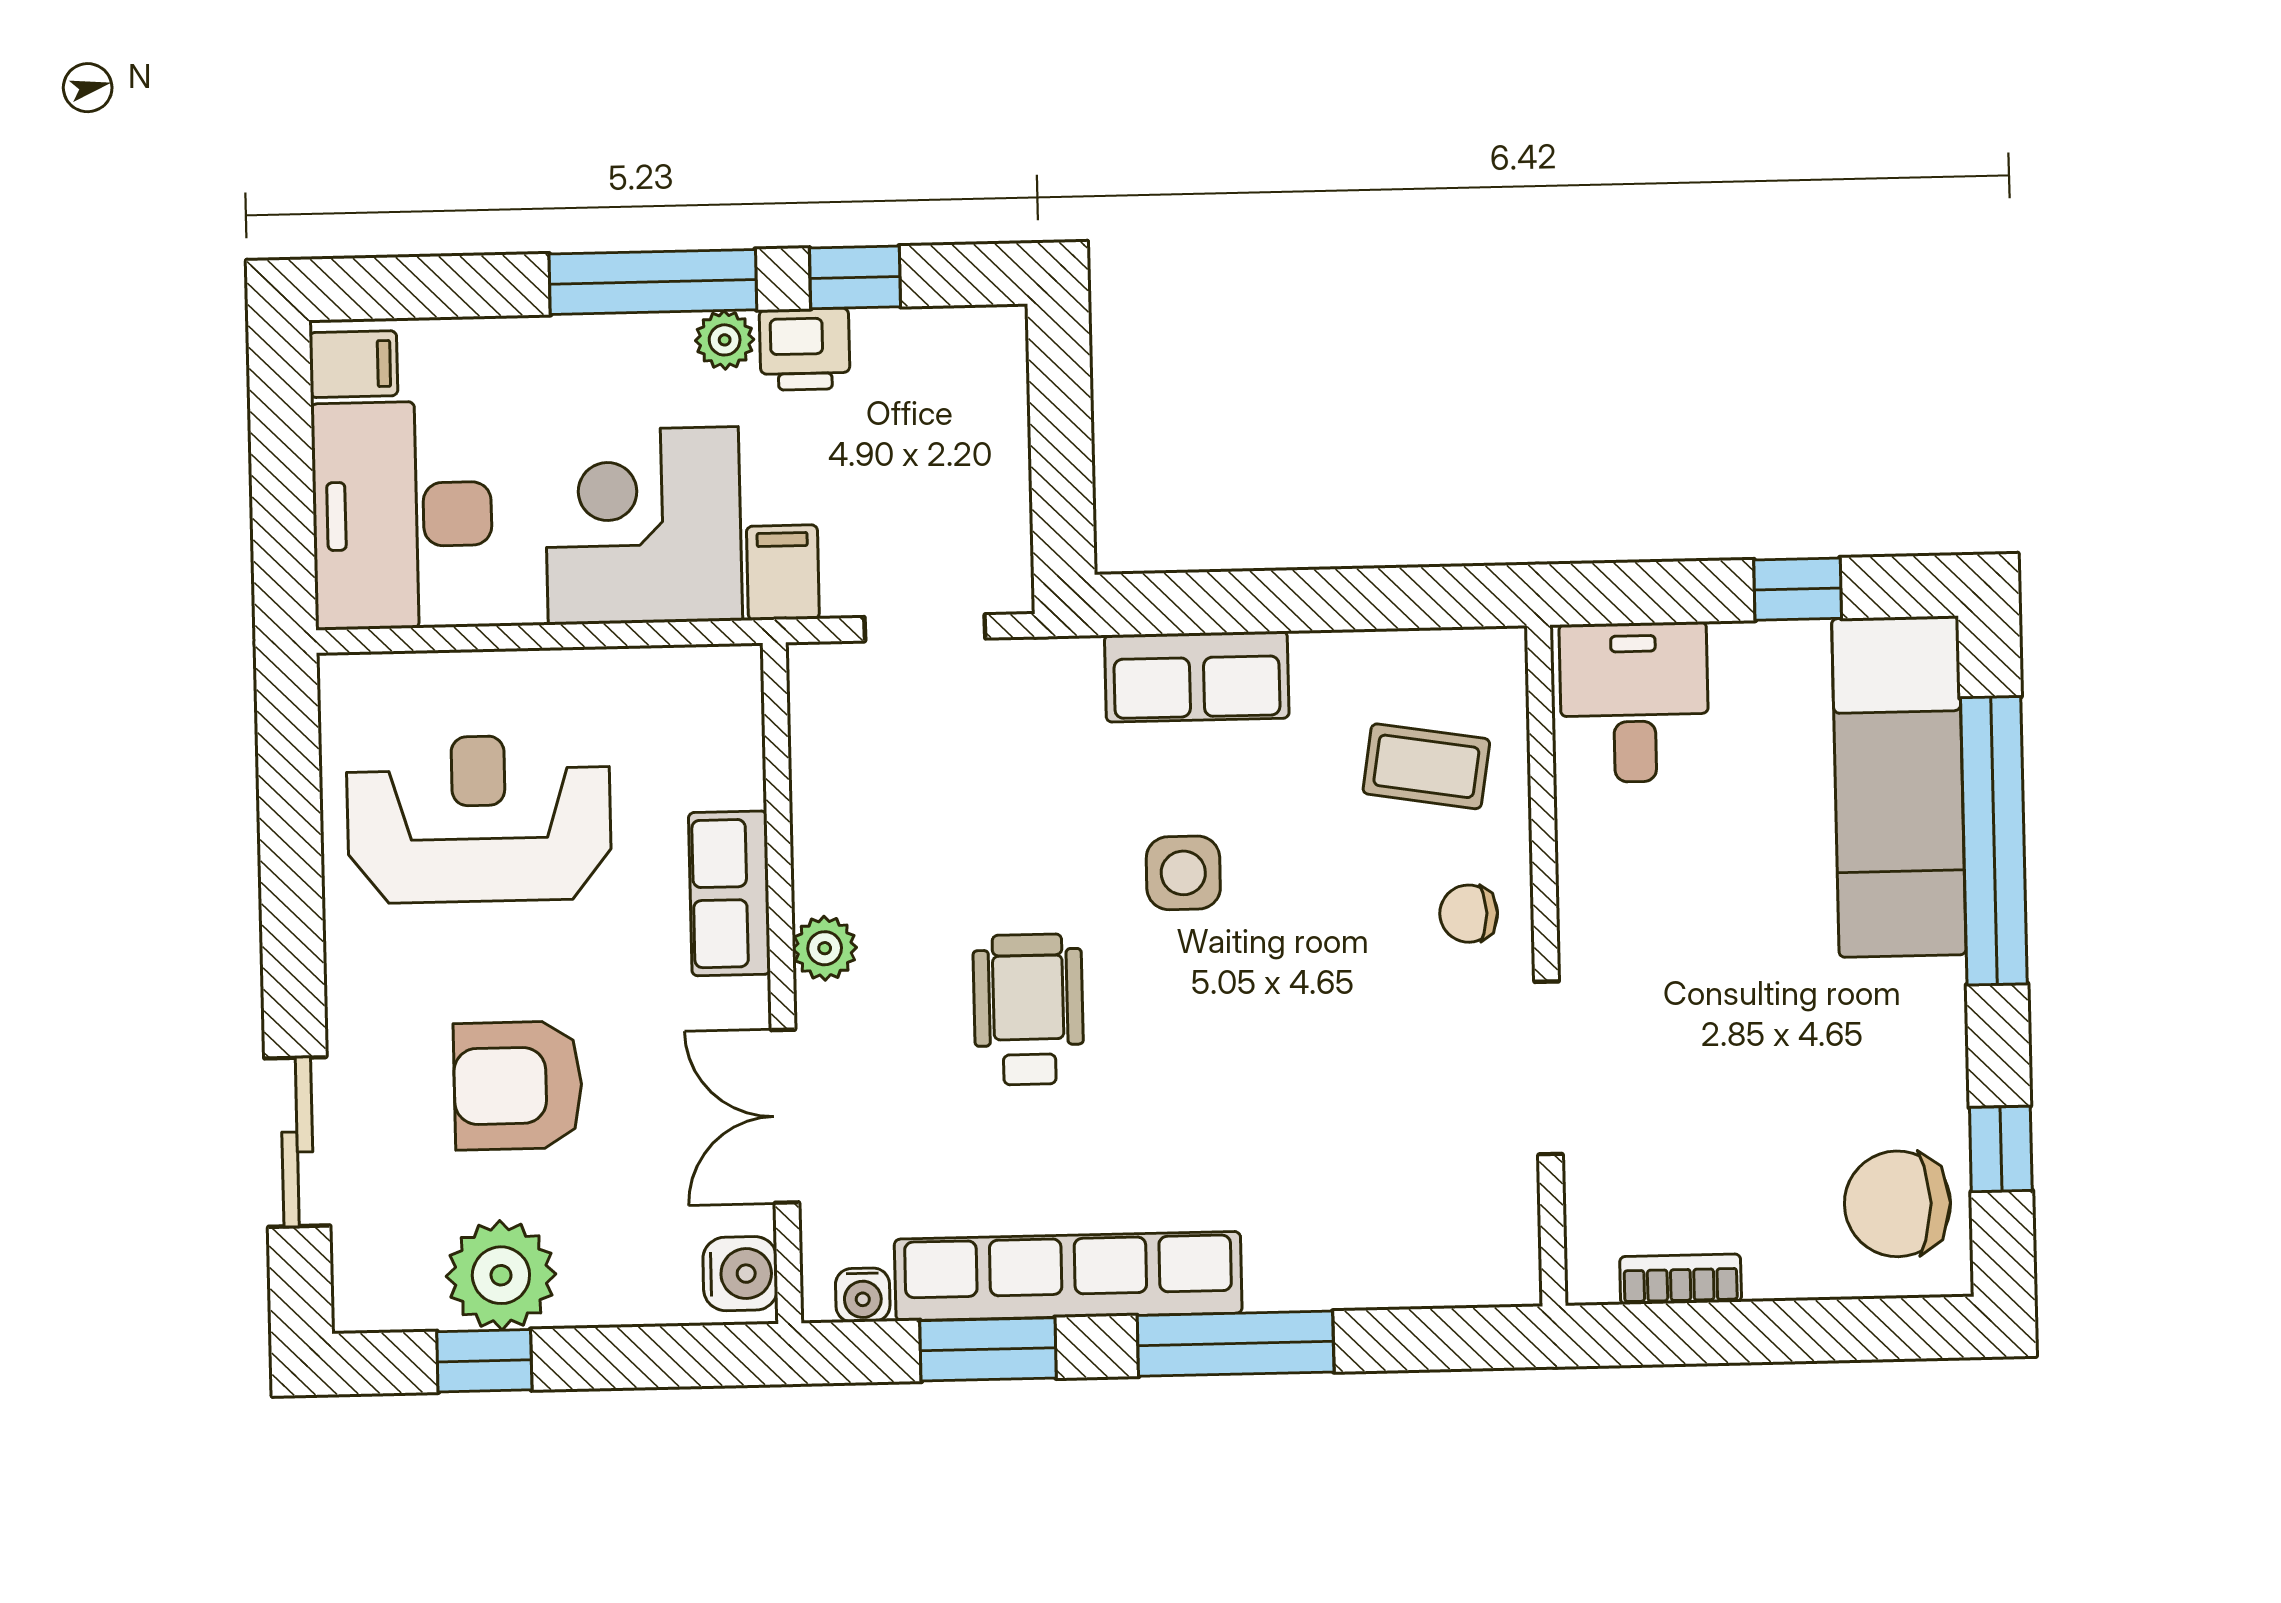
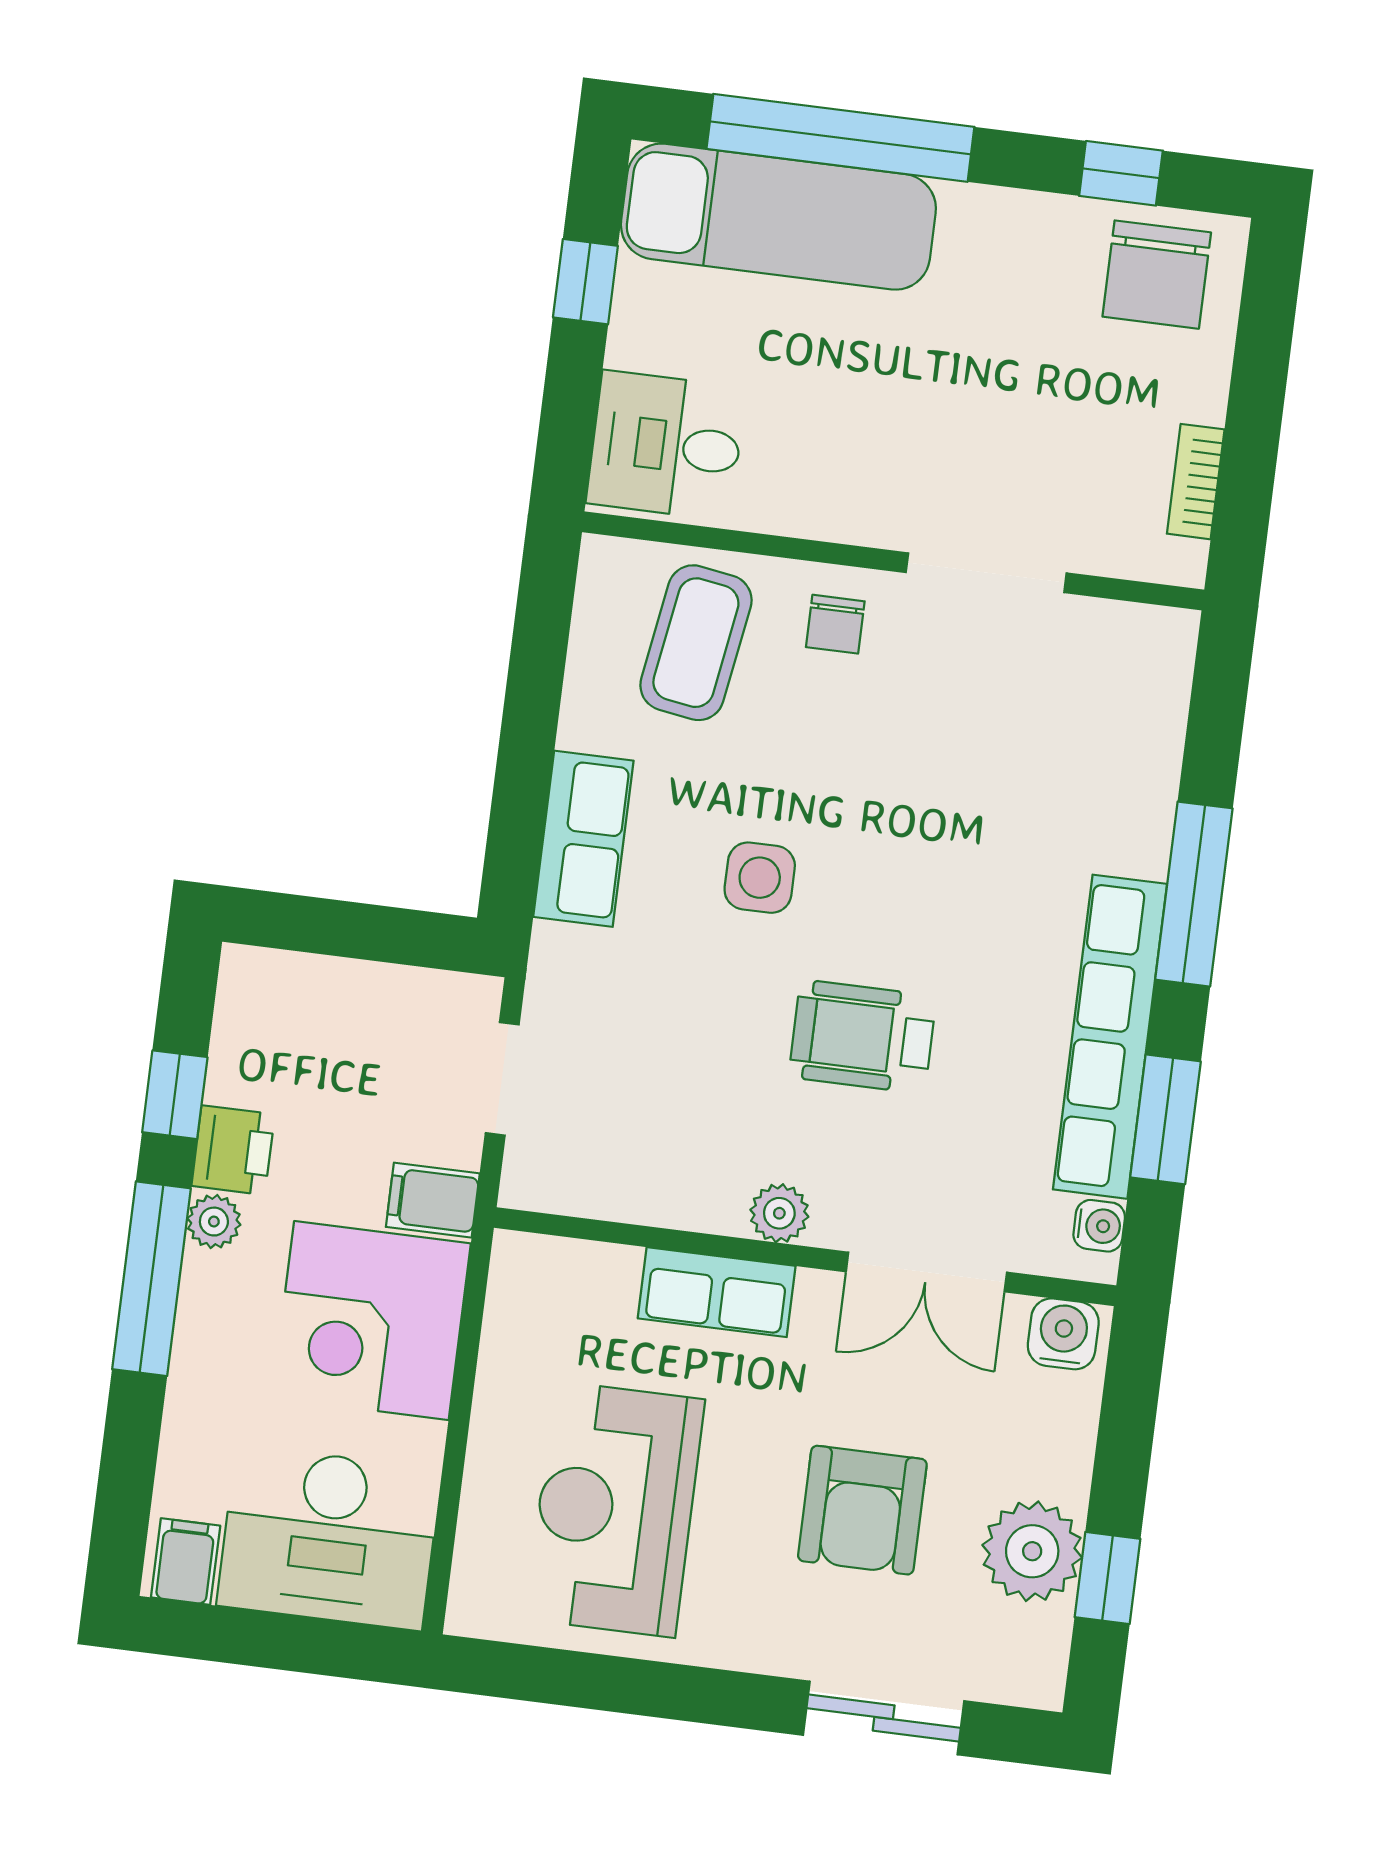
coffee table: (1426, 766) -> (696, 643), width x1.36, depth x1.30

